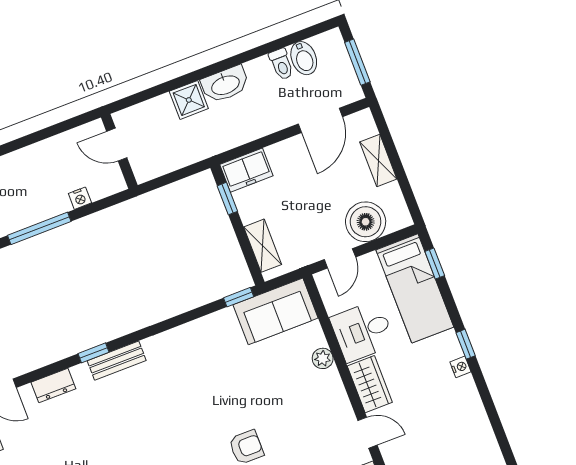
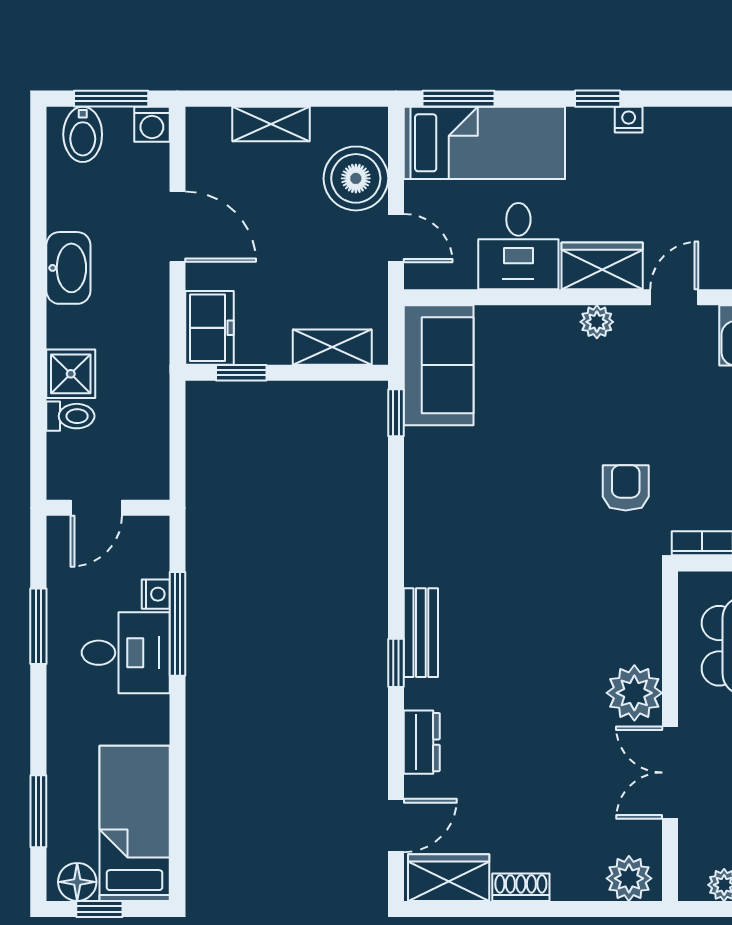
bidet: (304, 58) -> (83, 134), moved, turned 90
toilet: (281, 64) -> (70, 416), moved
washbasin: (225, 84) -> (68, 268), moved
washing machine: (352, 91) -> (152, 124), added
door: (320, 120) -> (177, 227), moved
window: (35, 137) -> (38, 626), added
desk: (39, 194) -> (126, 653), added
window: (39, 228) -> (177, 624), moved
window: (435, 264) -> (459, 99), width x1.50
plant: (323, 358) -> (597, 322), moved

